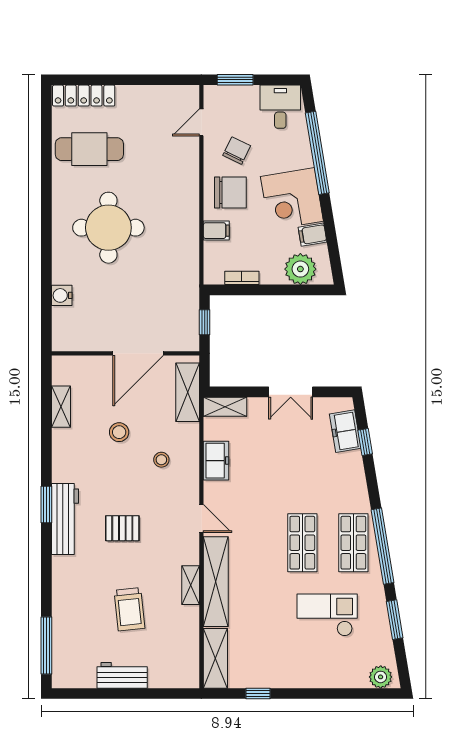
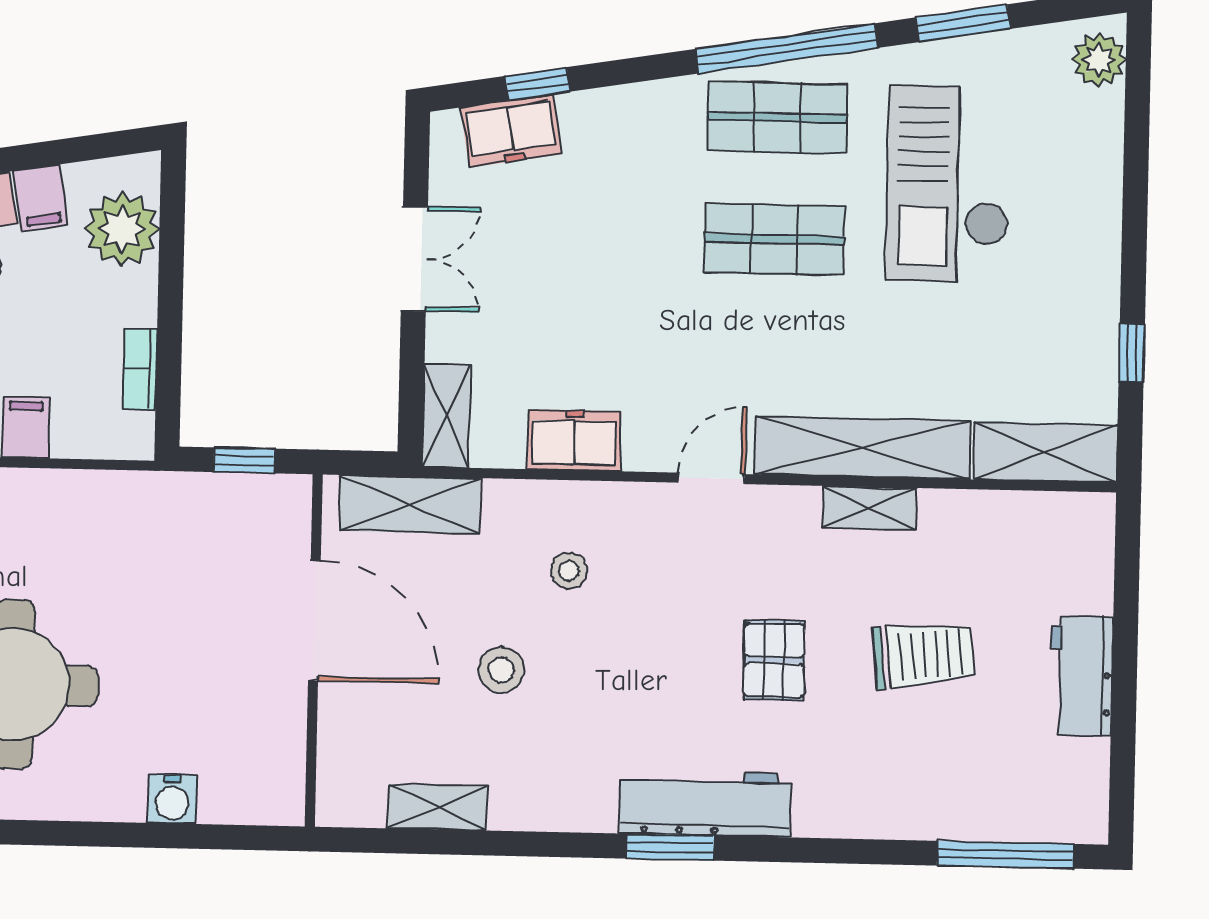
pallet: (122, 528) -> (774, 660), moved
checkout: (327, 615) -> (948, 184), width x1.36, depth x1.21

